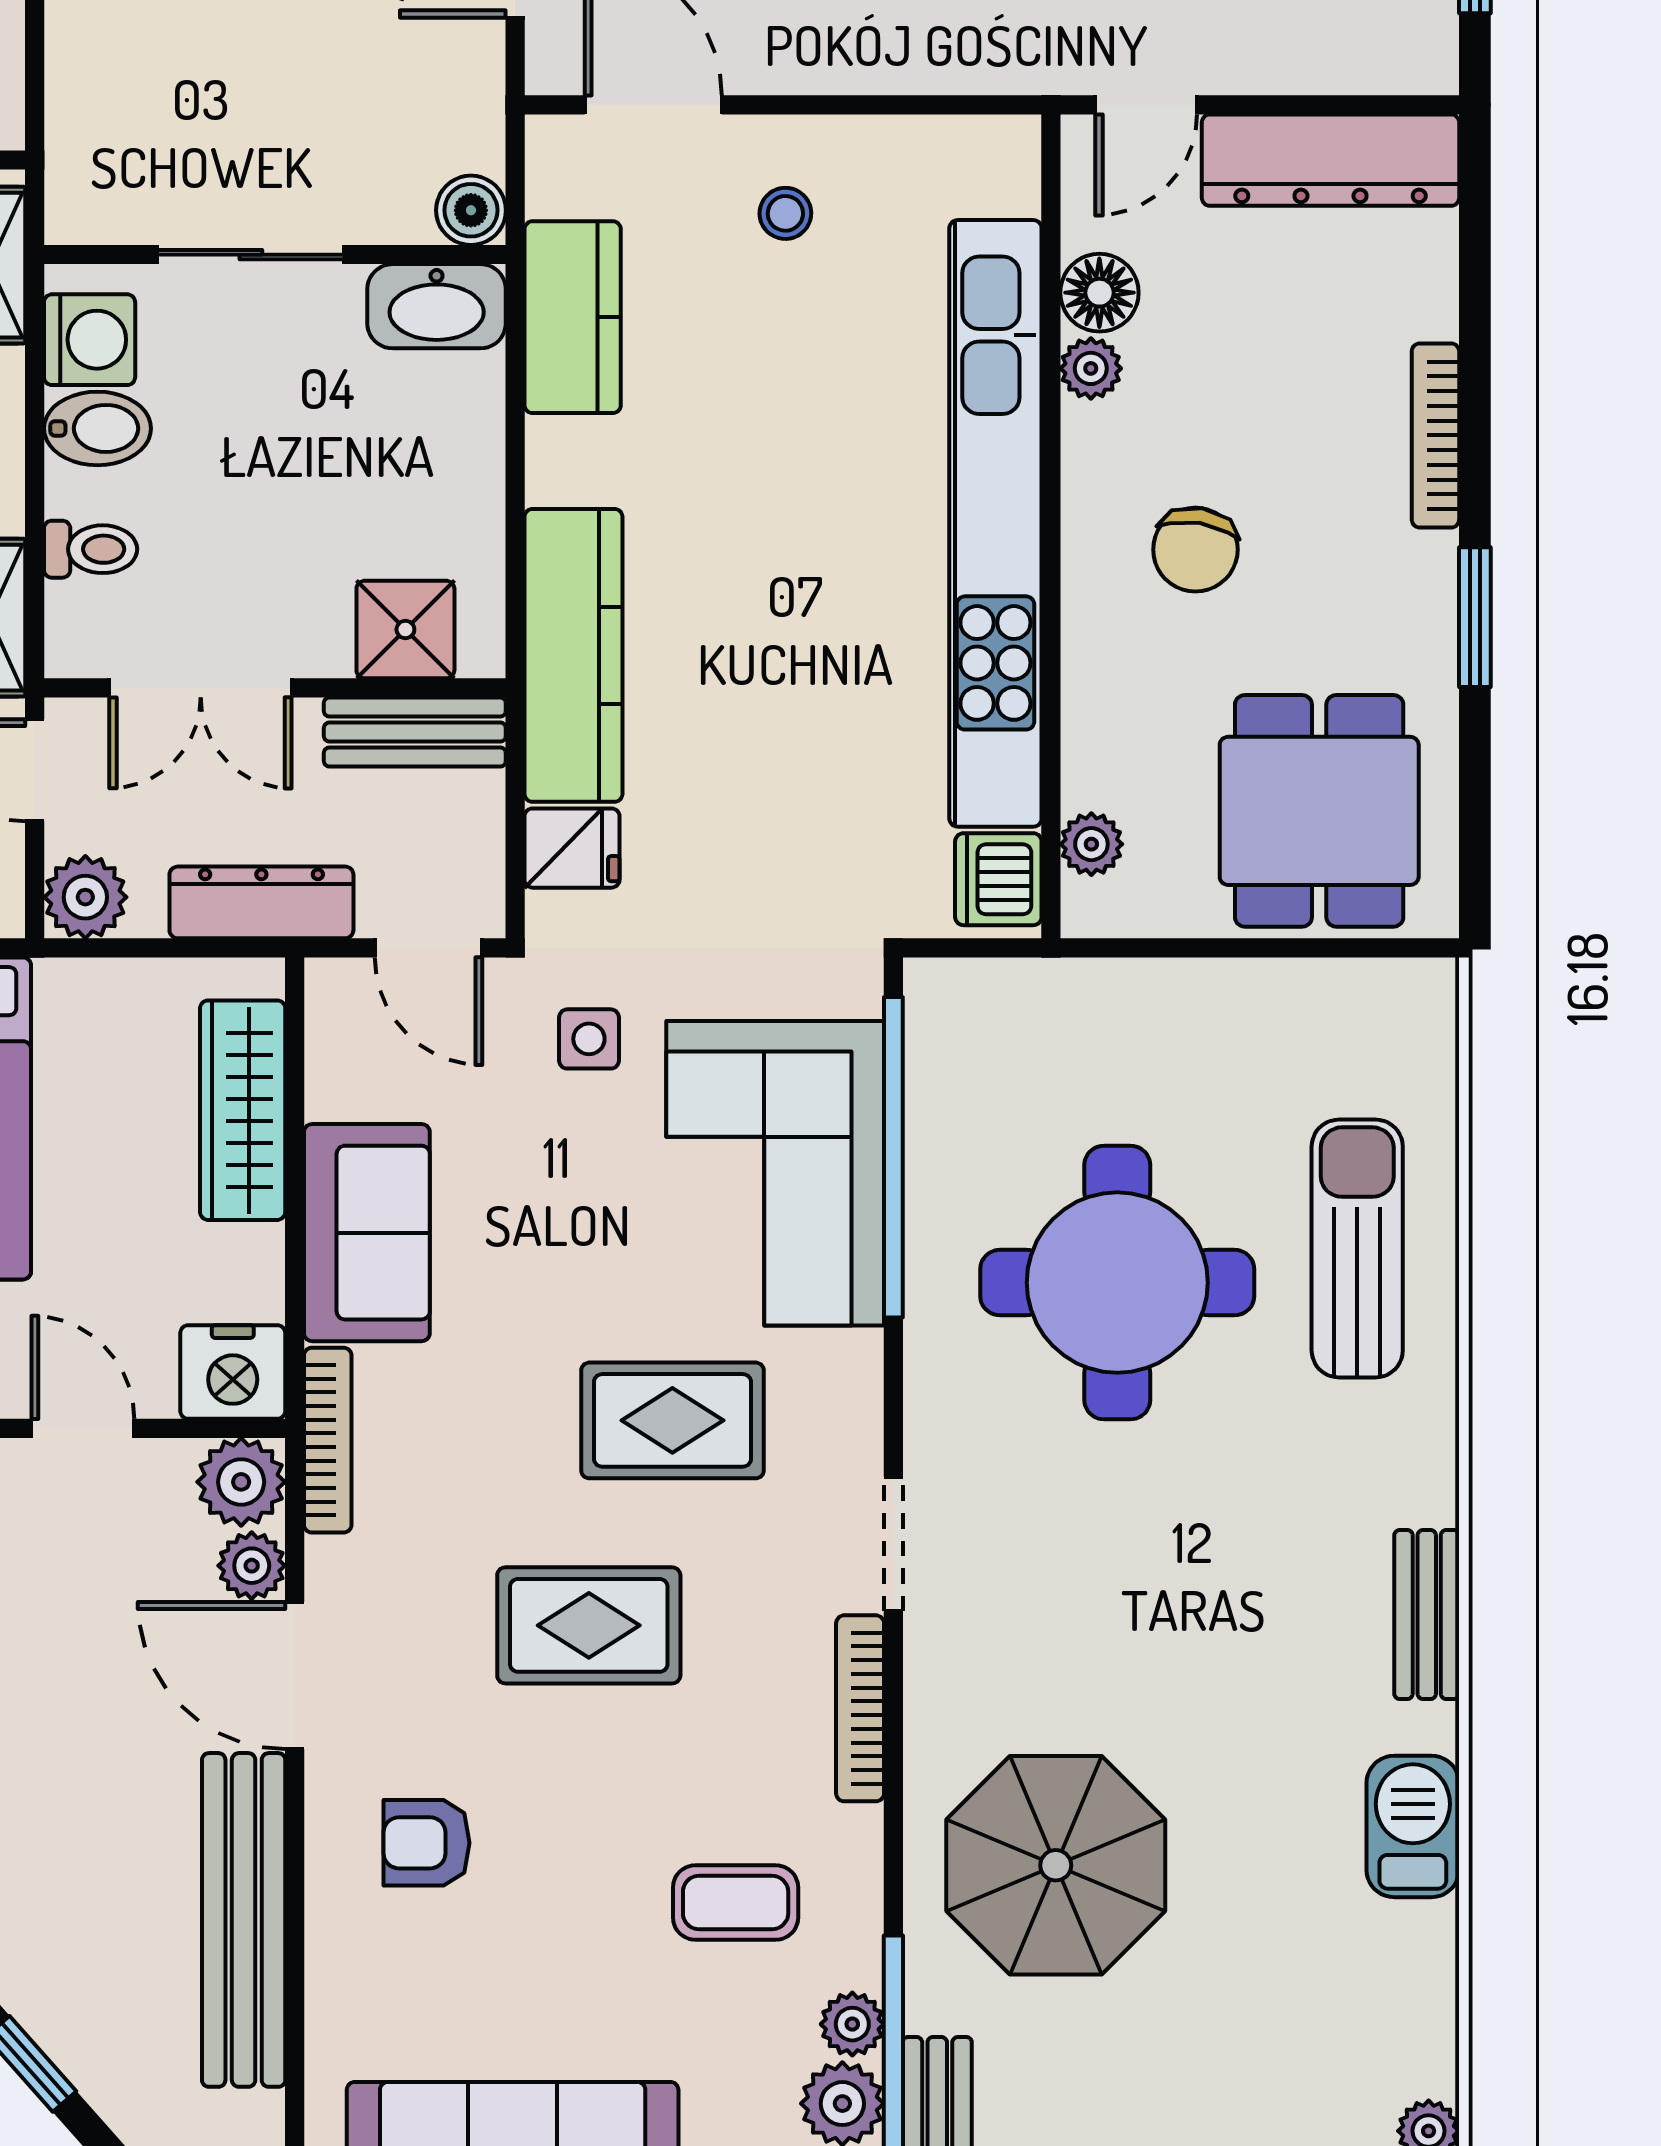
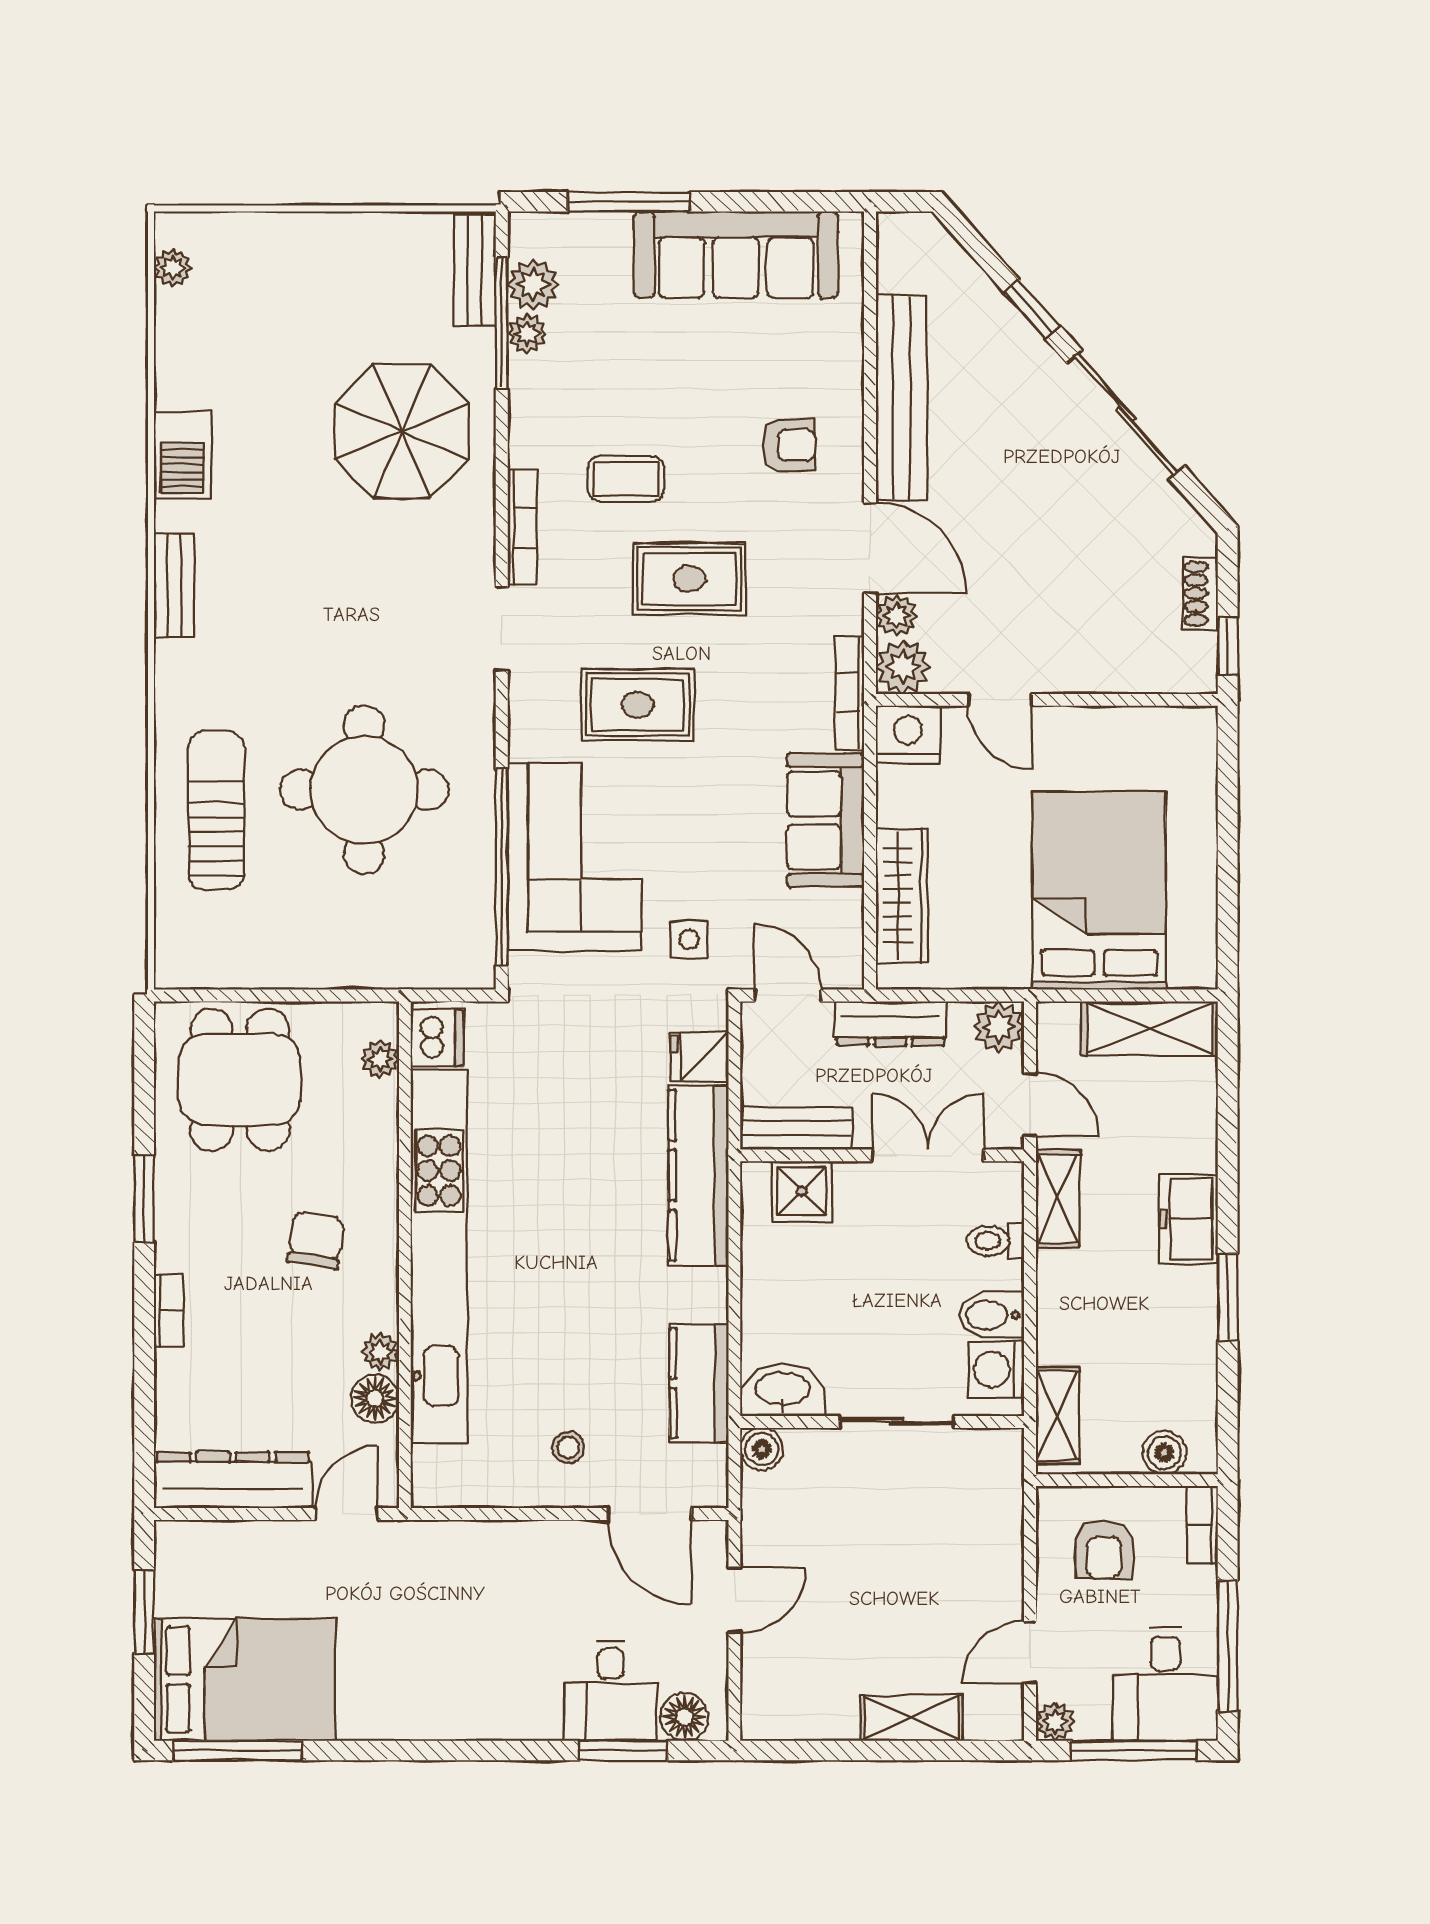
bookcase: (1435, 435) -> (168, 1311), width x0.64
sun lounger: (1357, 1248) -> (216, 811), turned 180
coffee table: (736, 1903) -> (626, 479), moved

